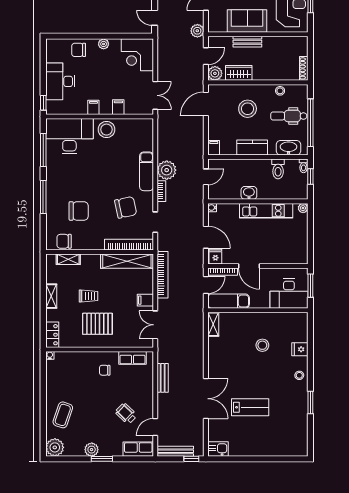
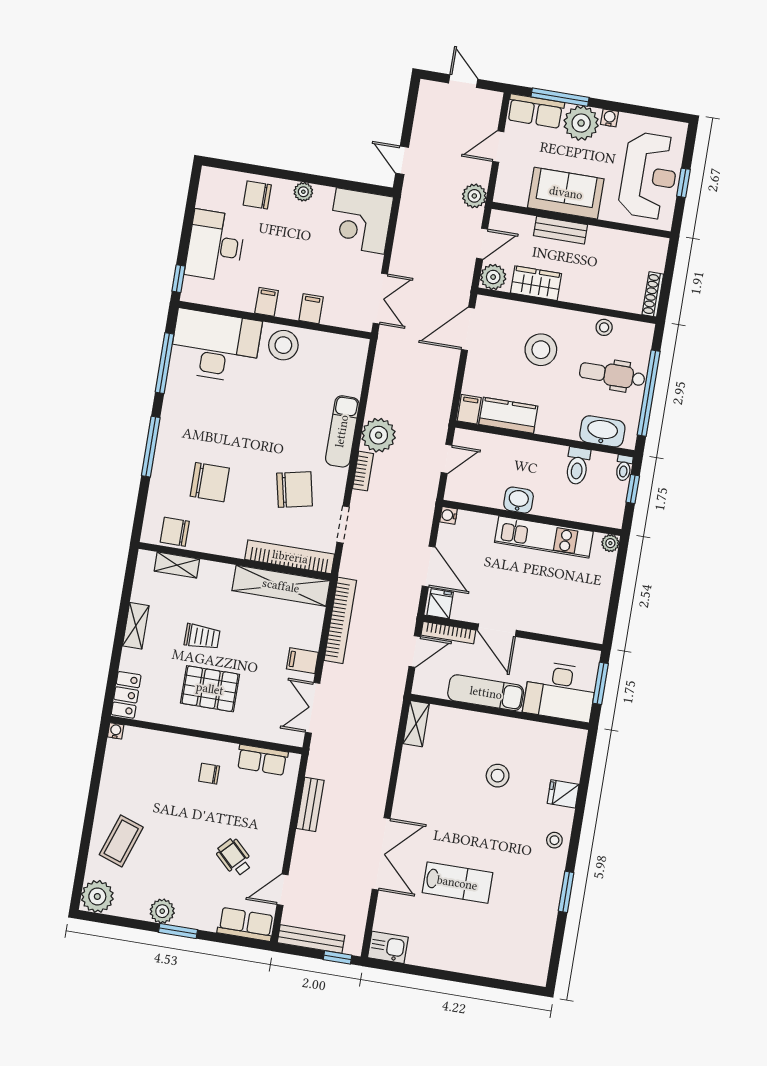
kitchen counter: (252, 147) -> (508, 415), moved
exam couch: (229, 301) -> (486, 693), moved

